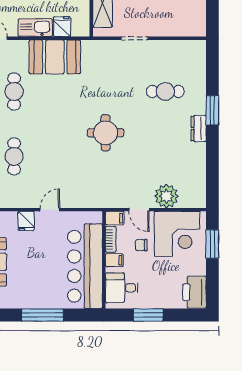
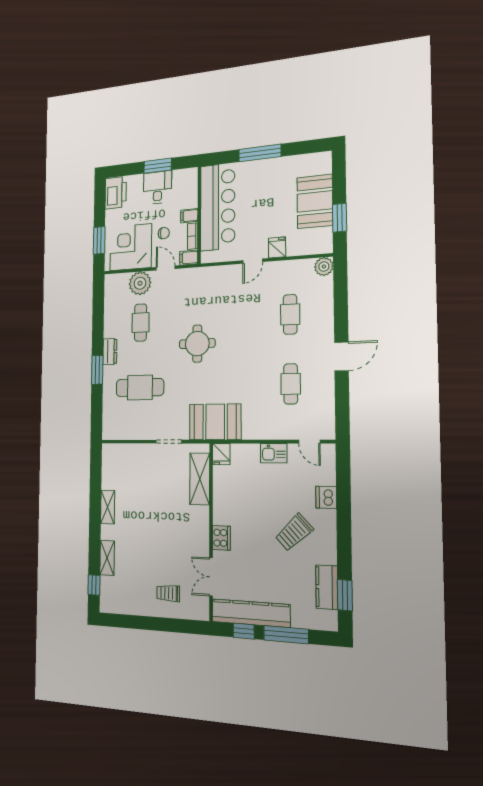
fridge: (62, 27) -> (221, 454), moved
kitchen sink: (35, 28) -> (274, 453), width x0.73
booth: (55, 57) -> (215, 422), moved
cafe table: (165, 91) -> (140, 388), width x1.37, depth x1.35
cafe table: (165, 156) -> (141, 322), added
desk: (122, 288) -> (157, 188), moved, turned -90

